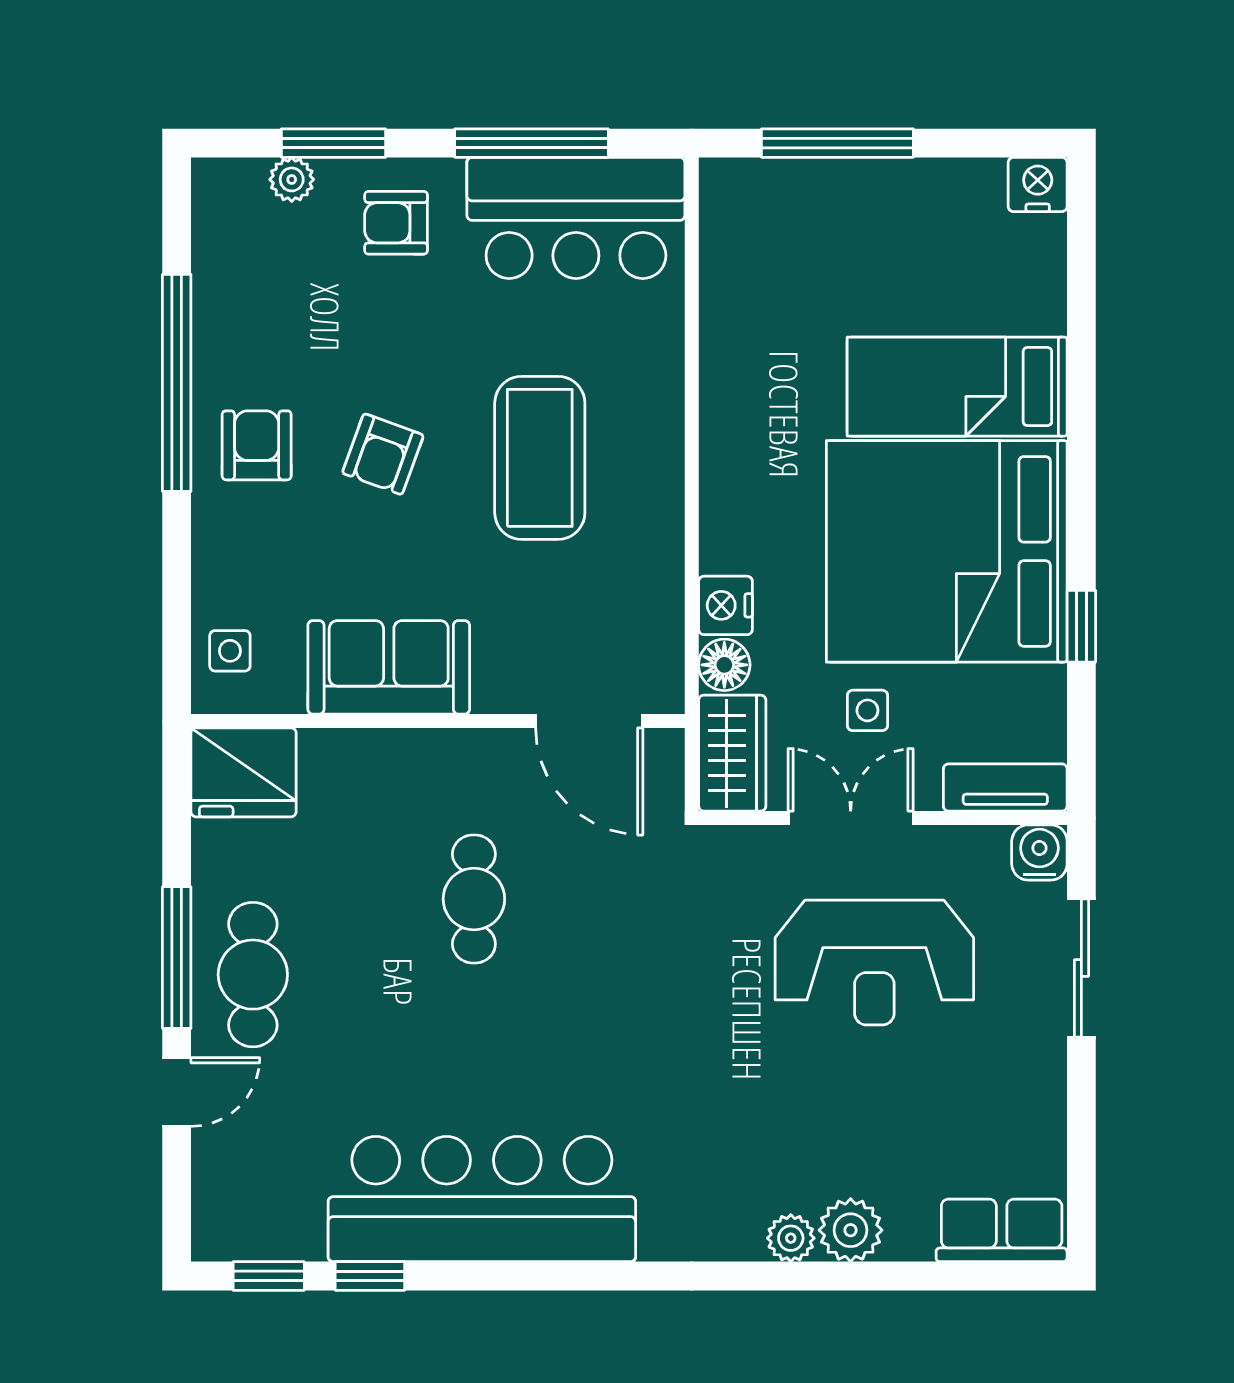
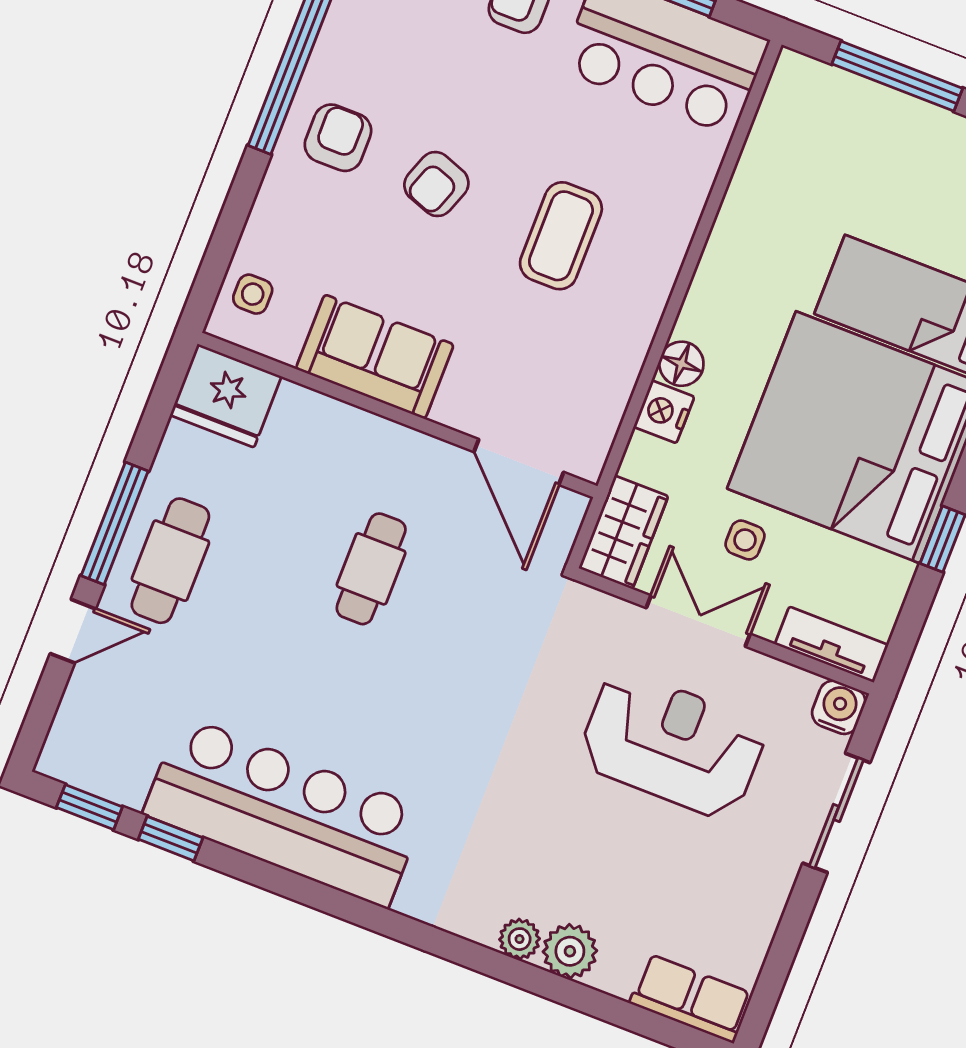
coffee table: (540, 458) -> (561, 236), width x0.73, depth x0.76
floor lamp: (724, 665) -> (681, 364), moved
reception desk: (874, 963) -> (672, 744), turned 180

